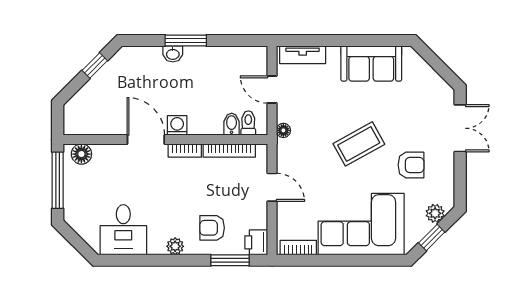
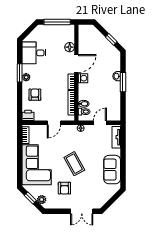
floor lamp: (81, 154) -> (70, 47), moved
window: (230, 260) -> (20, 73), moved

